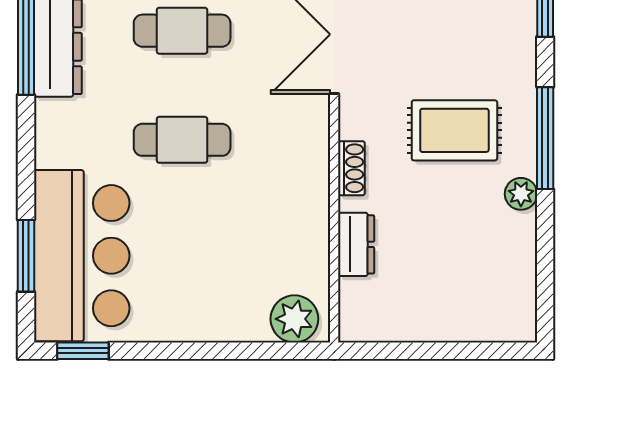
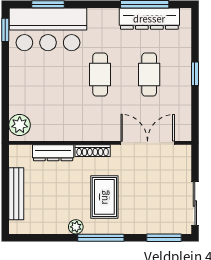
shoe rack: (351, 168) -> (93, 151), width x1.43
dresser: (356, 244) -> (53, 153), width x1.44
bench: (447, 326) -> (16, 194), added

